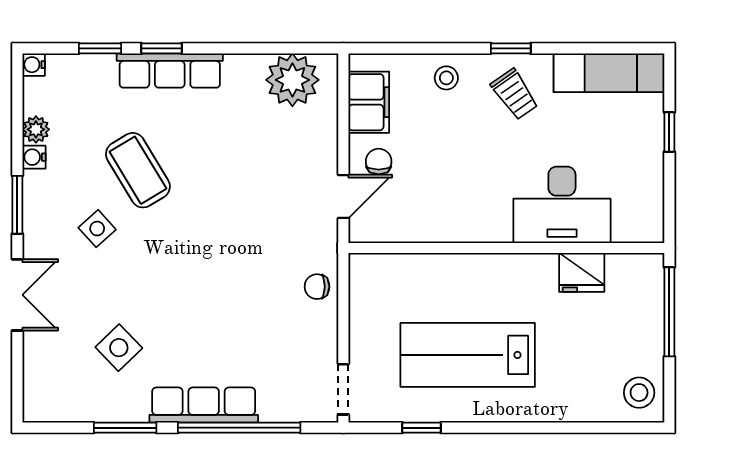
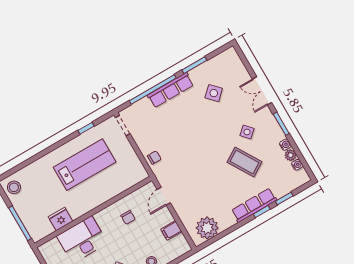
water cooler: (34, 65) -> (297, 165), moved
filing cabinet: (369, 102) -> (171, 230), width x0.50
chair: (379, 162) -> (128, 217), moved

